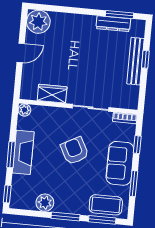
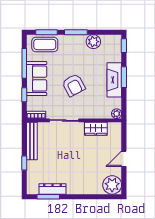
bench: (136, 61) -> (32, 141), moved
window: (134, 184) -> (24, 63), width x1.44

